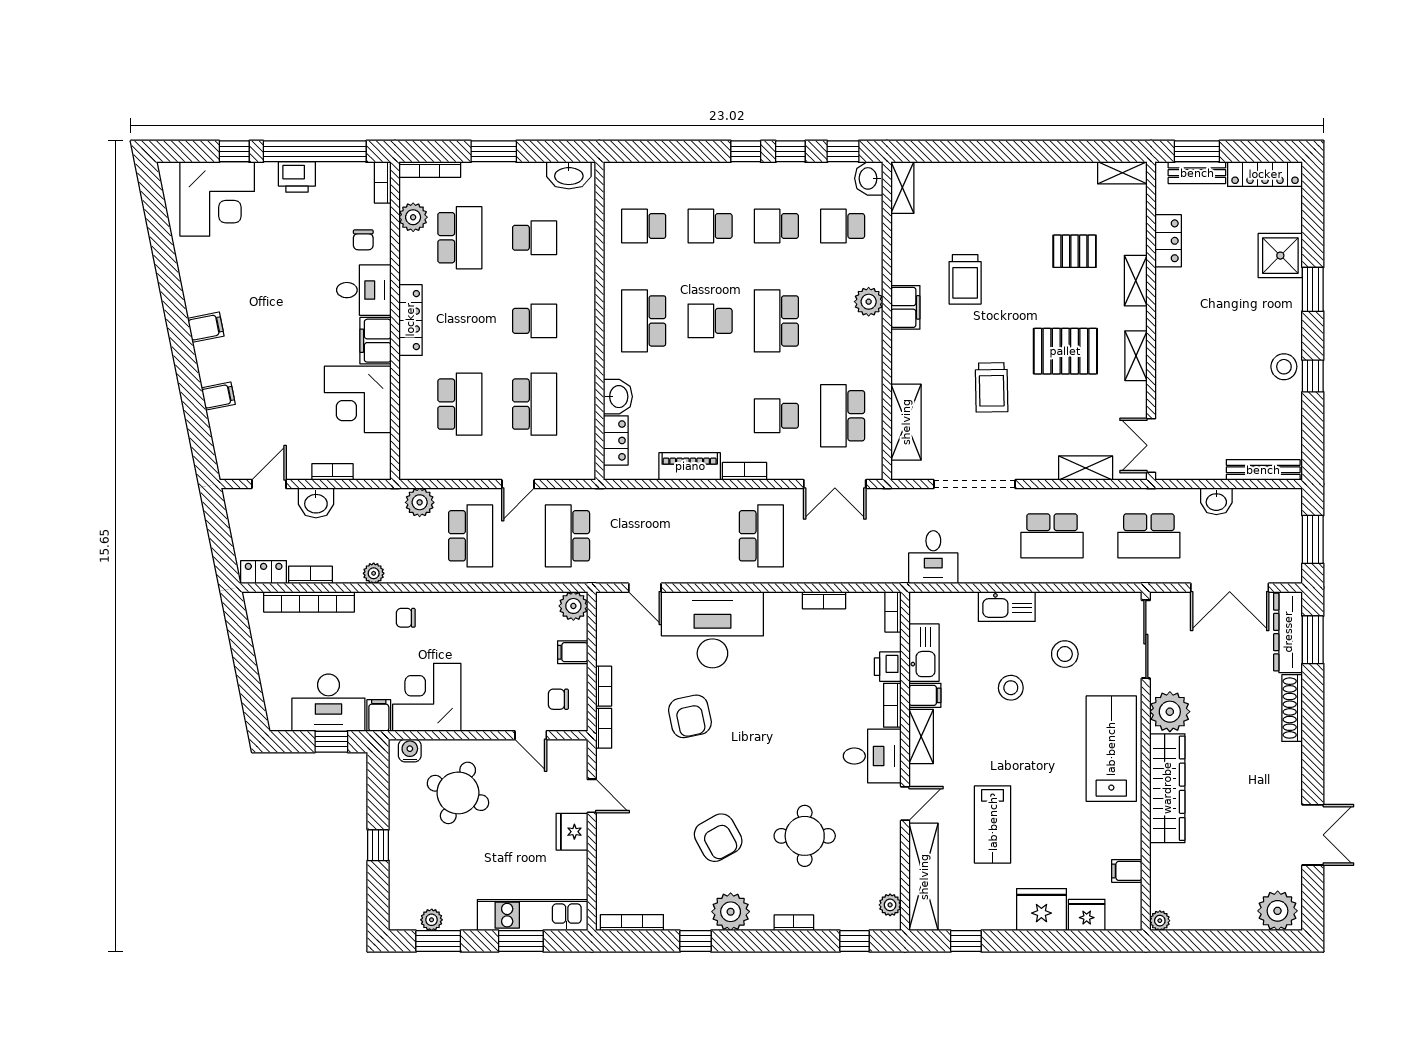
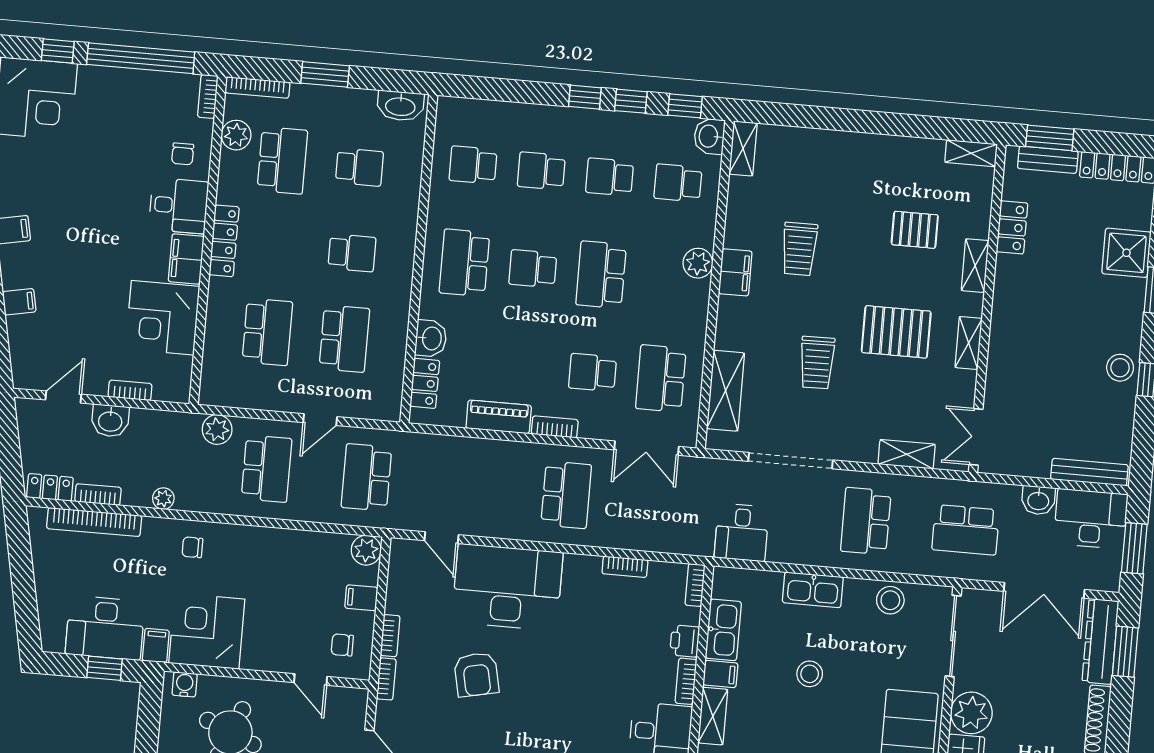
printer: (297, 177) -> (120, 83), removed
desk: (1268, 515) -> (1091, 519), added
school desk: (1052, 536) -> (866, 521), turned 90
stool: (1065, 654) -> (890, 600), moved

